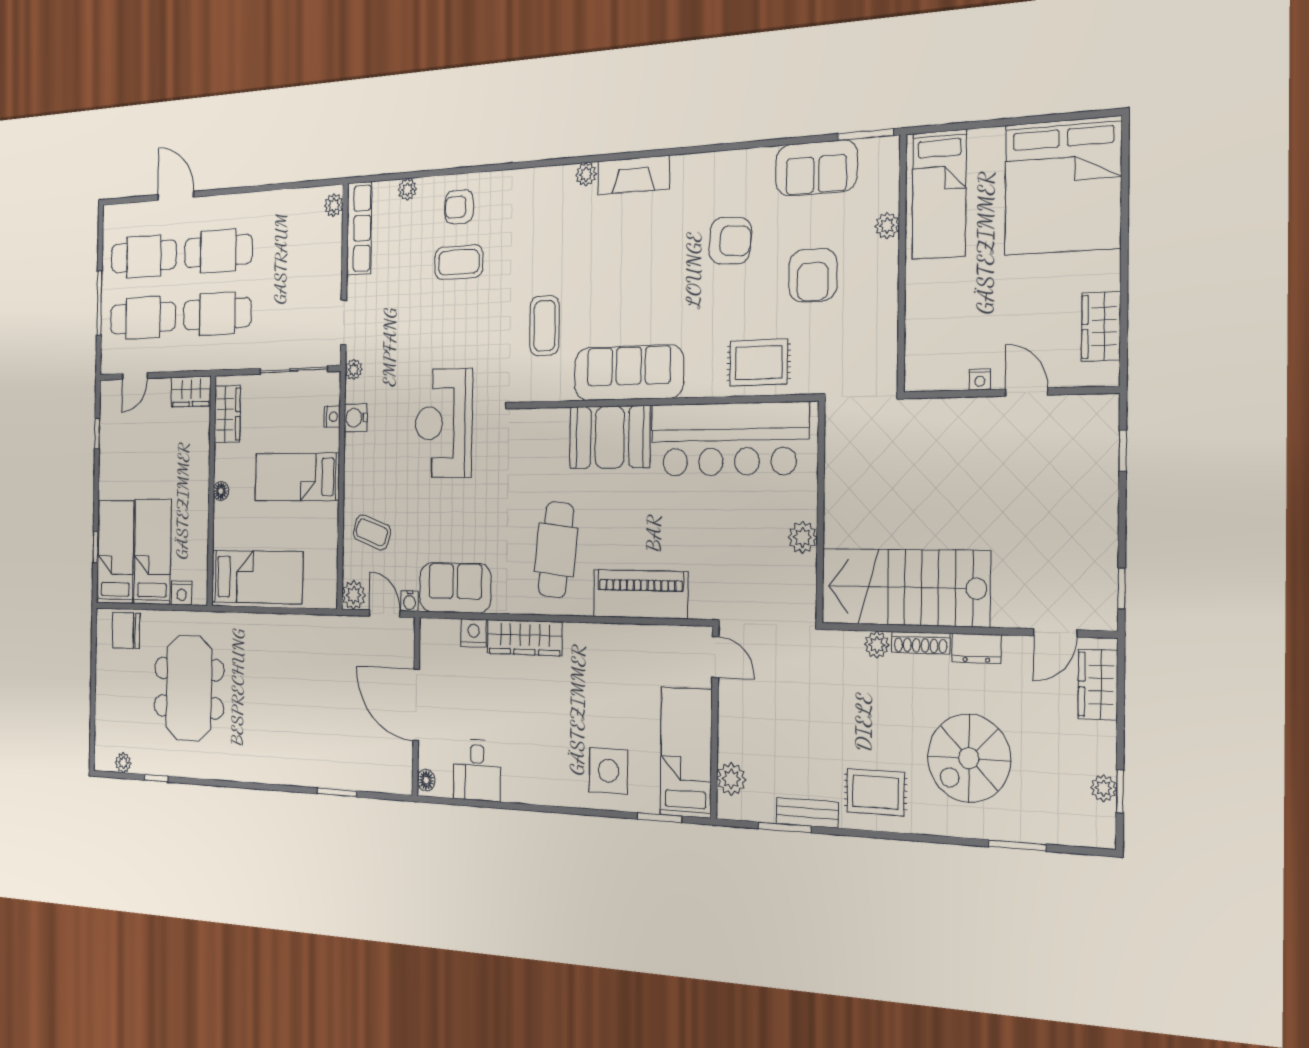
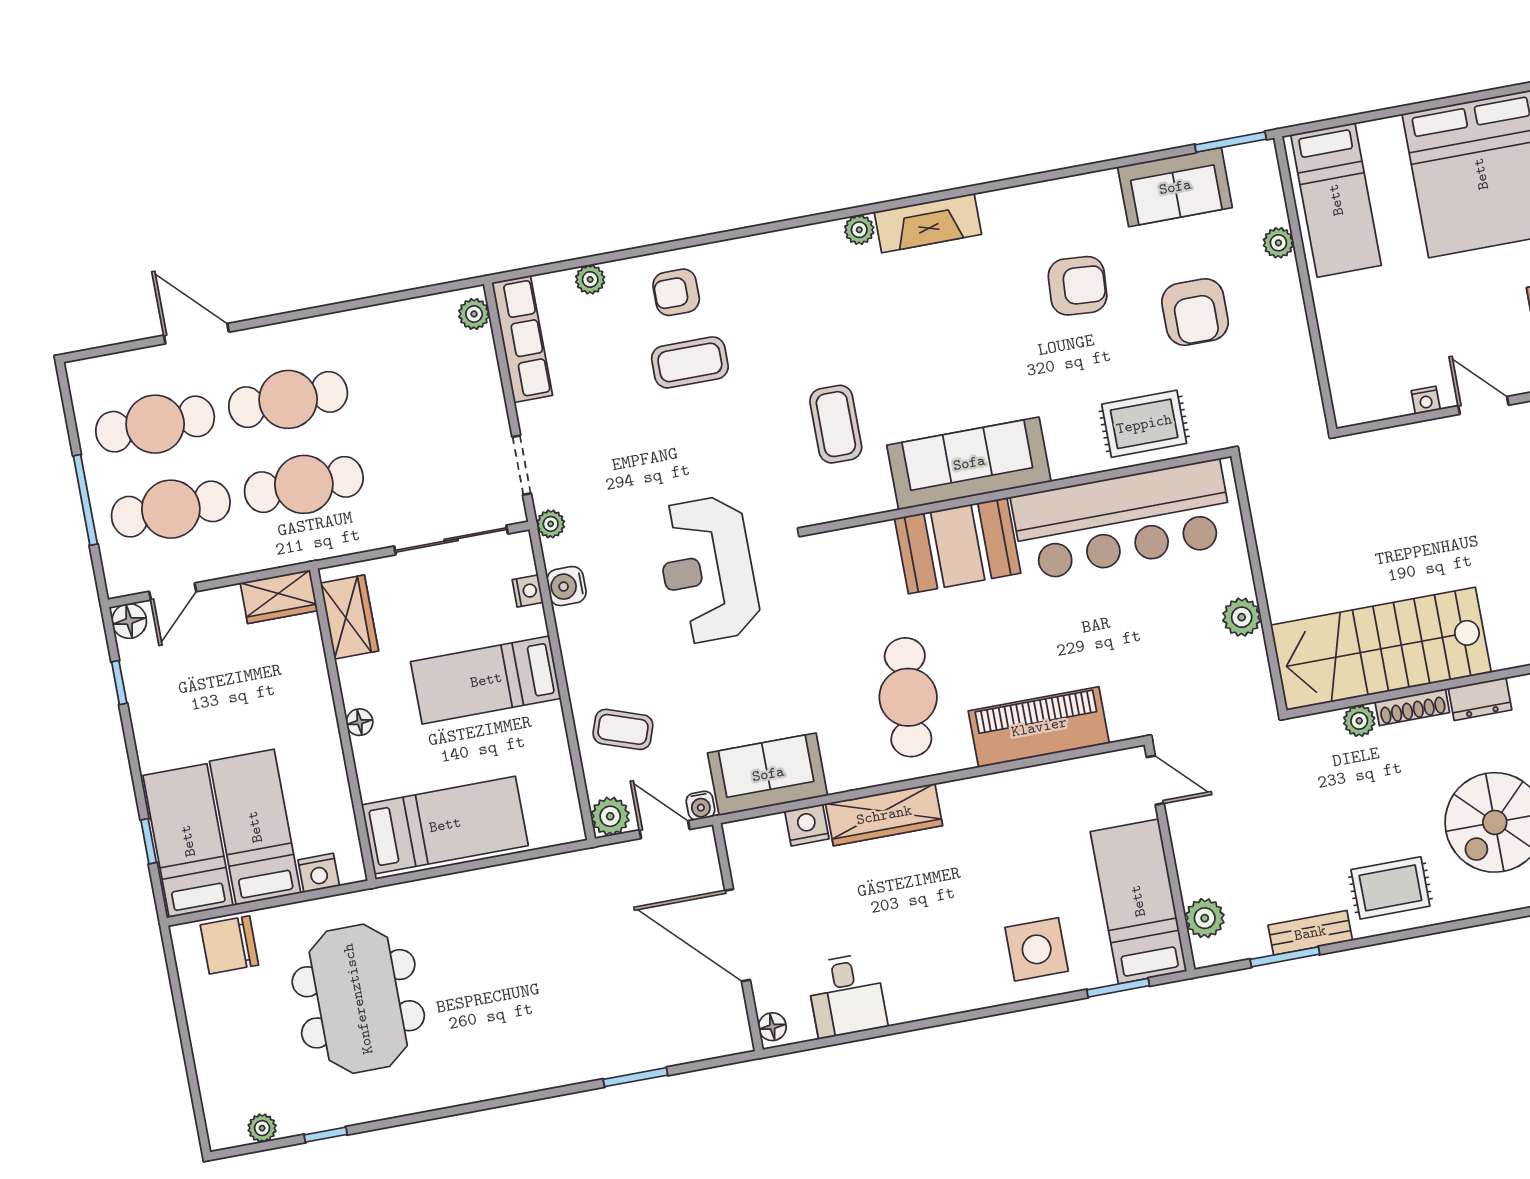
floor lamp: (109, 392) -> (129, 621), added

